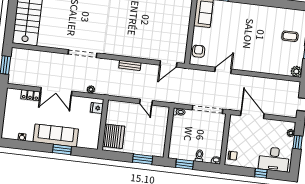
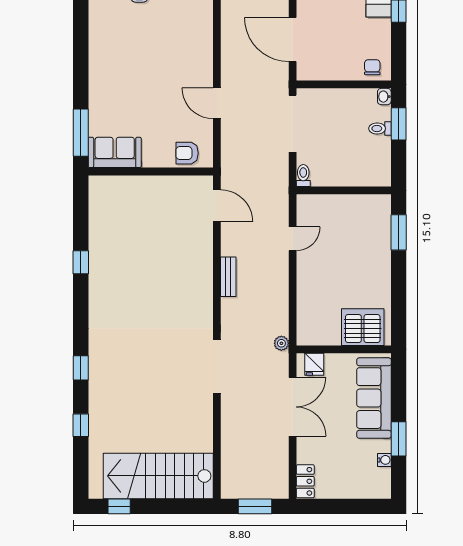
locker: (30, 95) -> (305, 481), moved
fridge: (97, 108) -> (314, 364), moved
door: (252, 115) -> (293, 40), hinge flipped
wall: (103, 125) -> (344, 349), moved
server rack: (114, 136) -> (363, 327), moved
window: (62, 150) -> (399, 439), moved
window: (185, 164) -> (399, 124), moved

